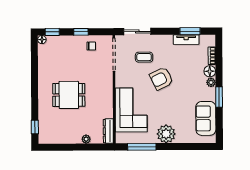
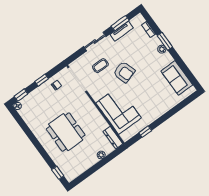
sliding door: (137, 31) -> (95, 41), moved
floor lamp: (210, 71) -> (155, 42), removed
armchair: (161, 79) -> (124, 72), turned -82
dining table: (69, 95) -> (66, 132), width x1.38
window: (219, 97) -> (165, 41), moved
plant: (166, 134) -> (156, 110), removed
window: (142, 147) -> (145, 132), width x0.46

